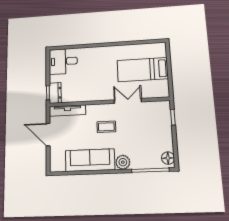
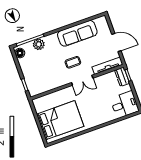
bed: (143, 70) -> (60, 120), width x1.50
double door: (128, 101) -> (82, 80), moved
plant: (123, 162) -> (39, 44), moved

